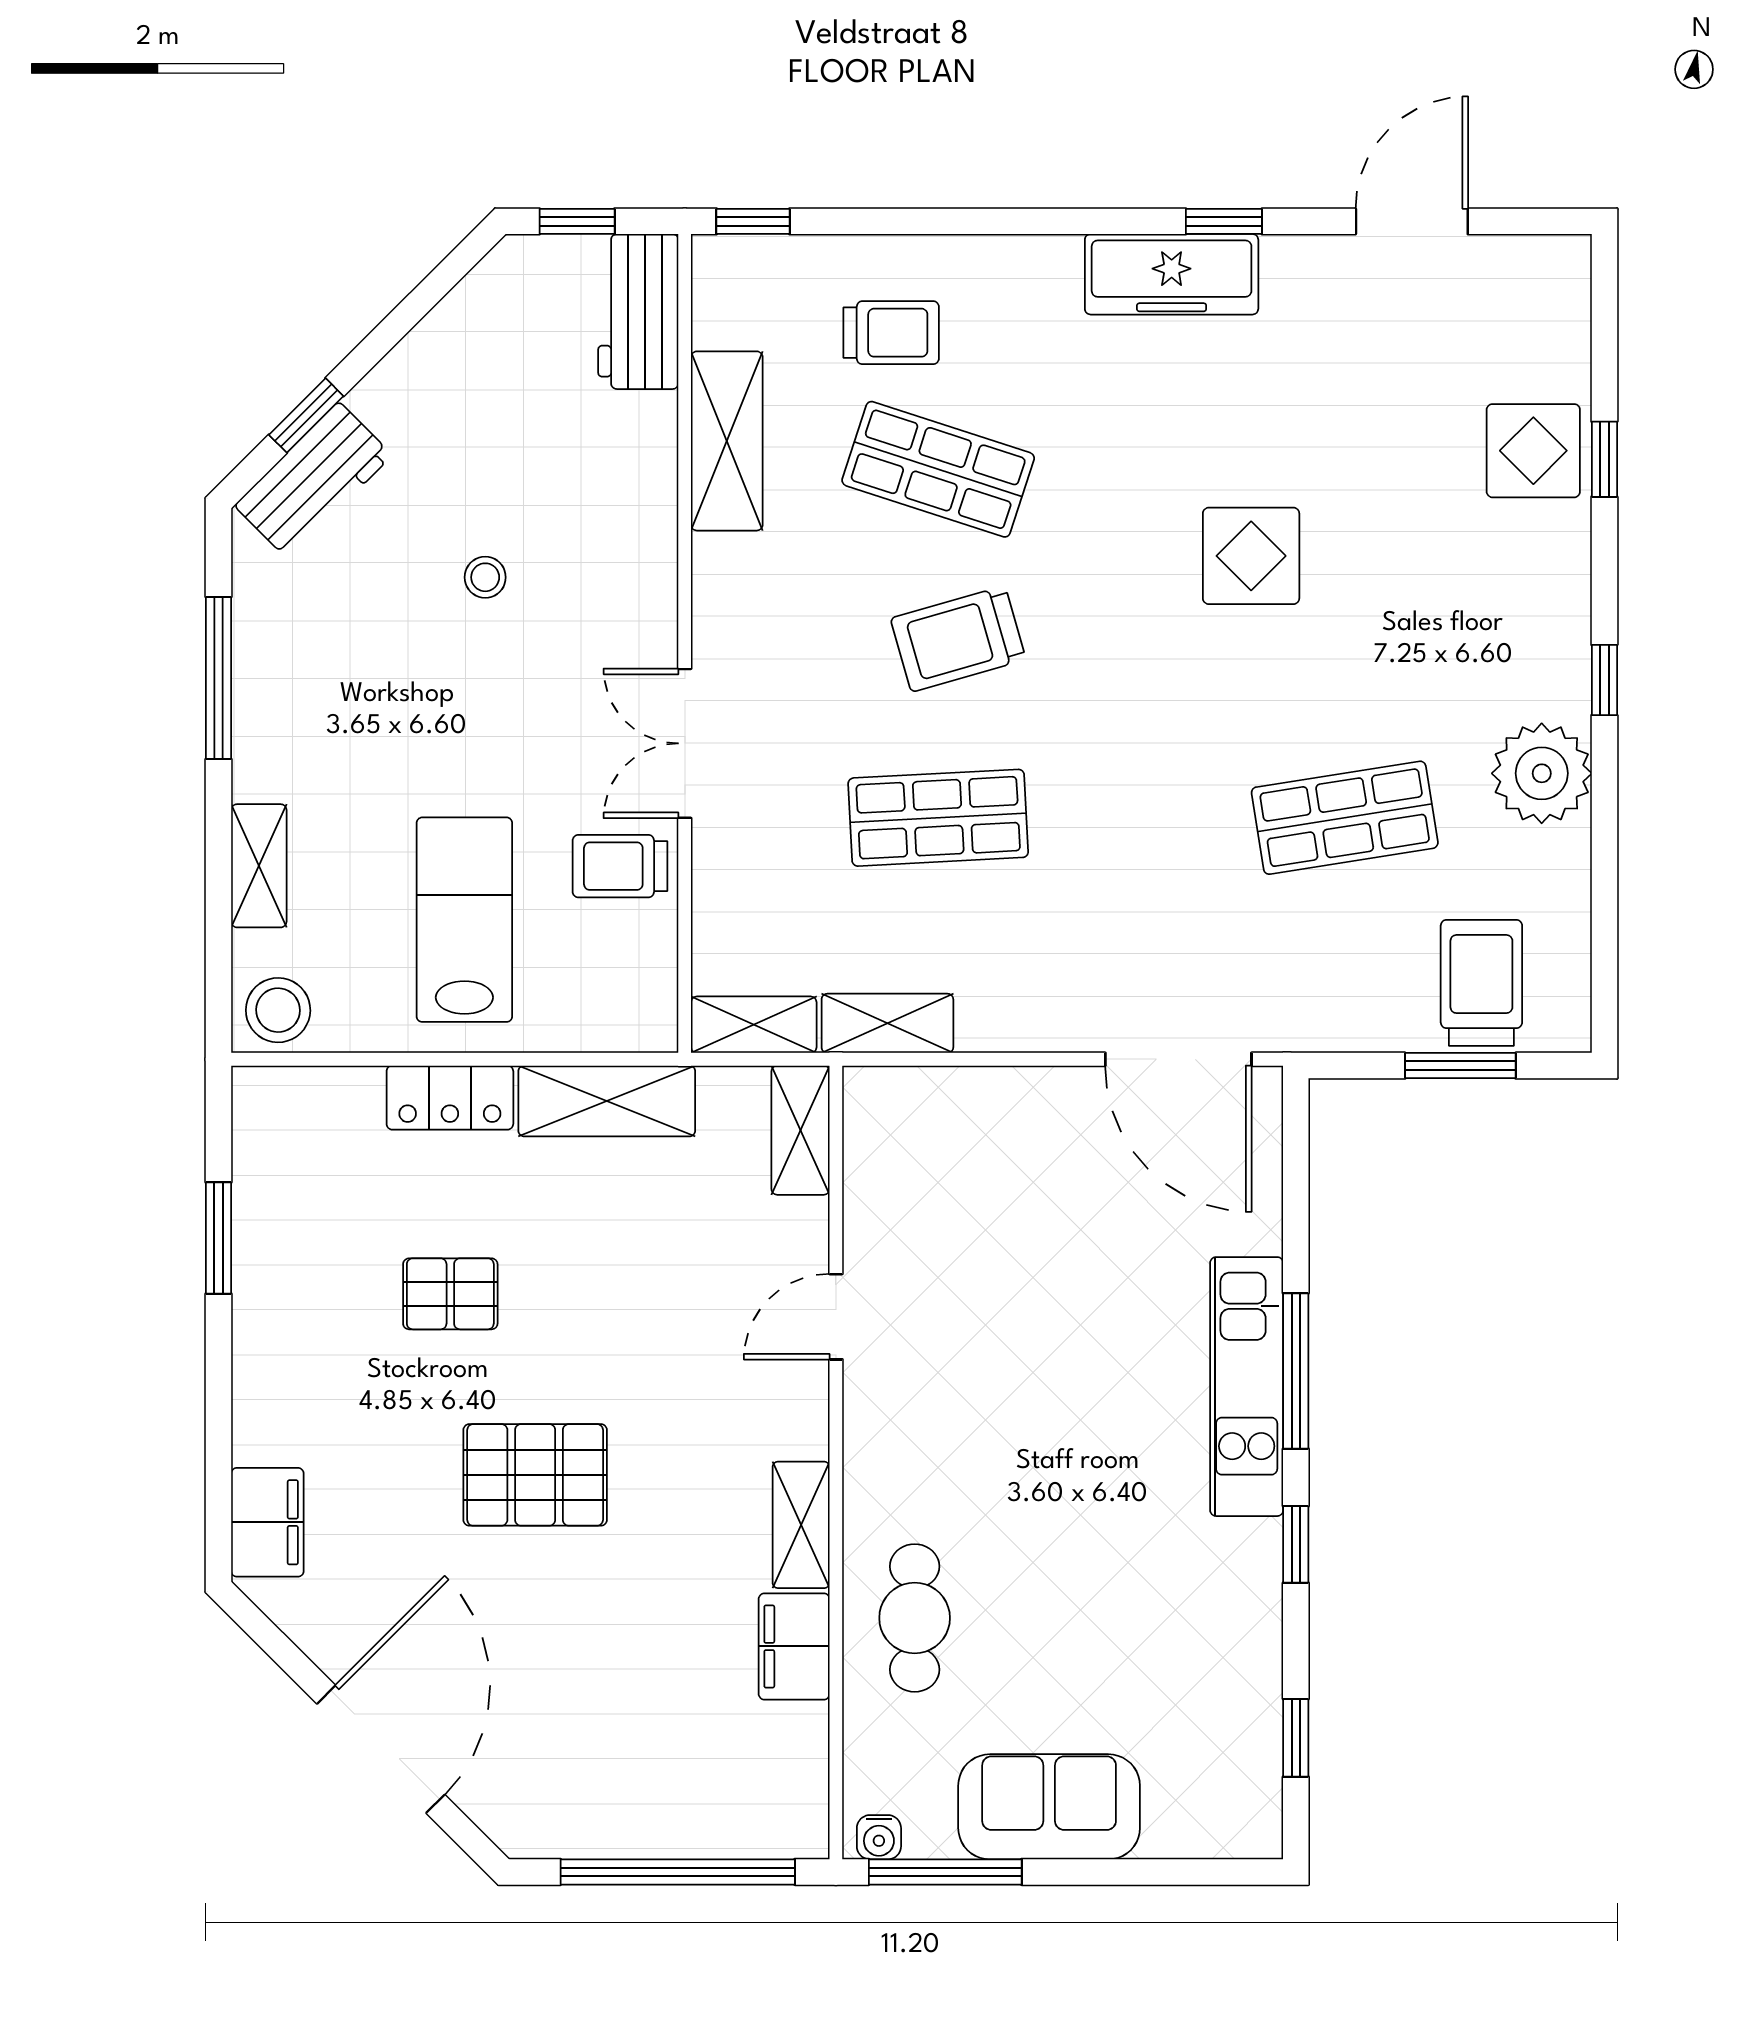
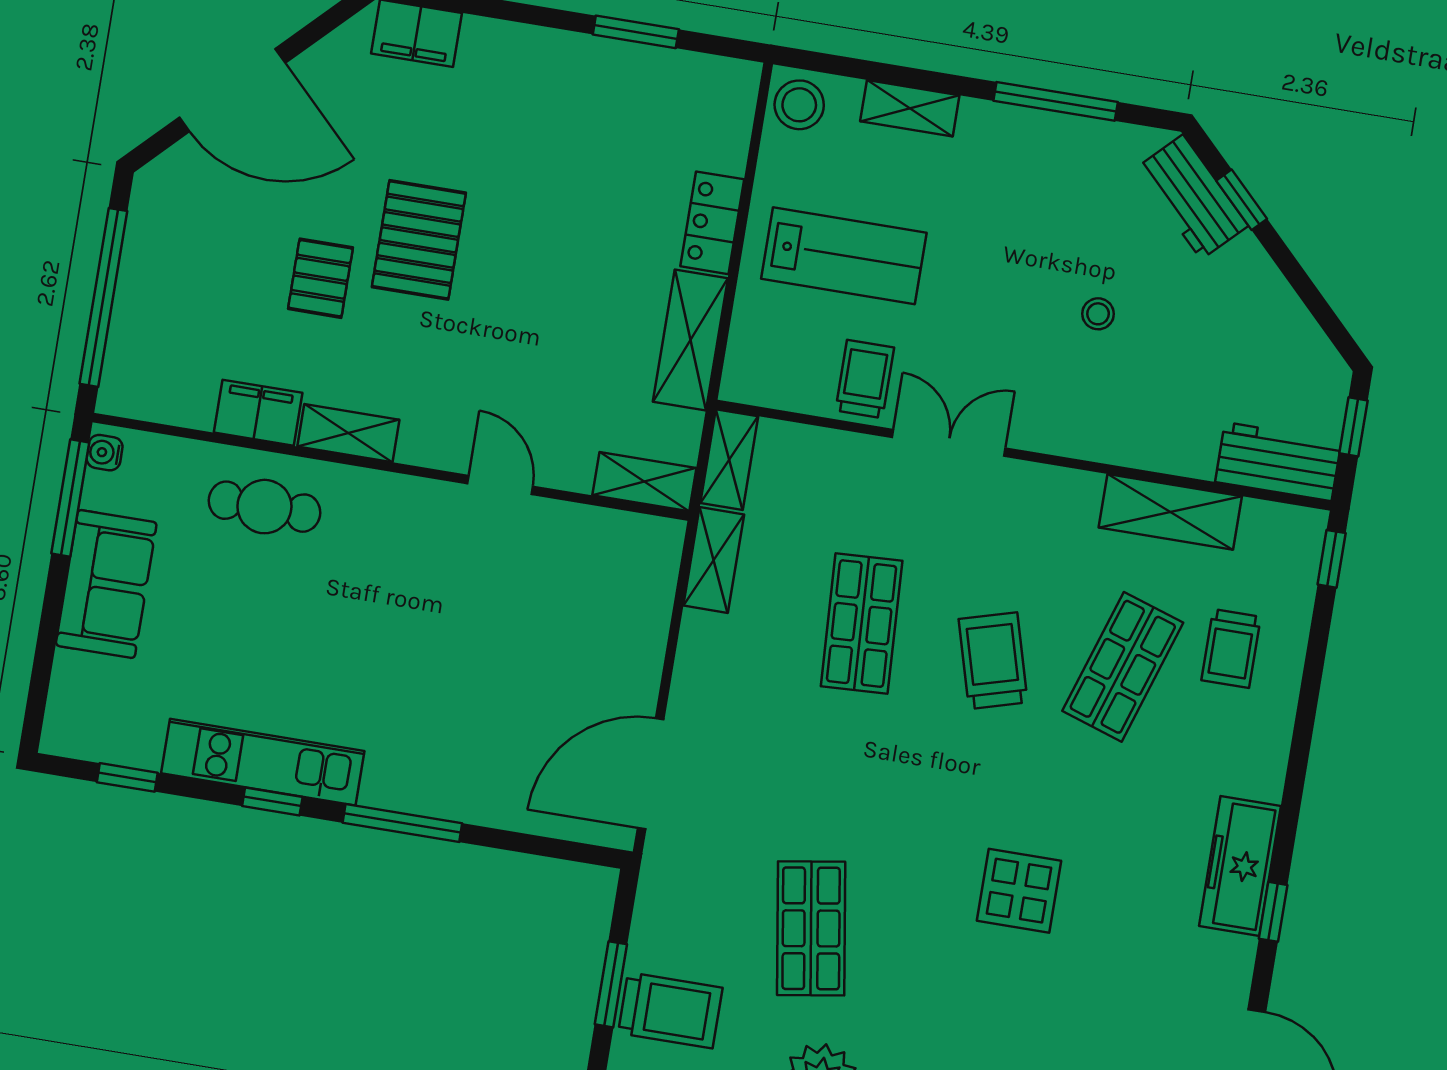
pallet: (450, 1294) -> (320, 278), moved
kitchen unit: (1247, 1387) -> (263, 762), moved

